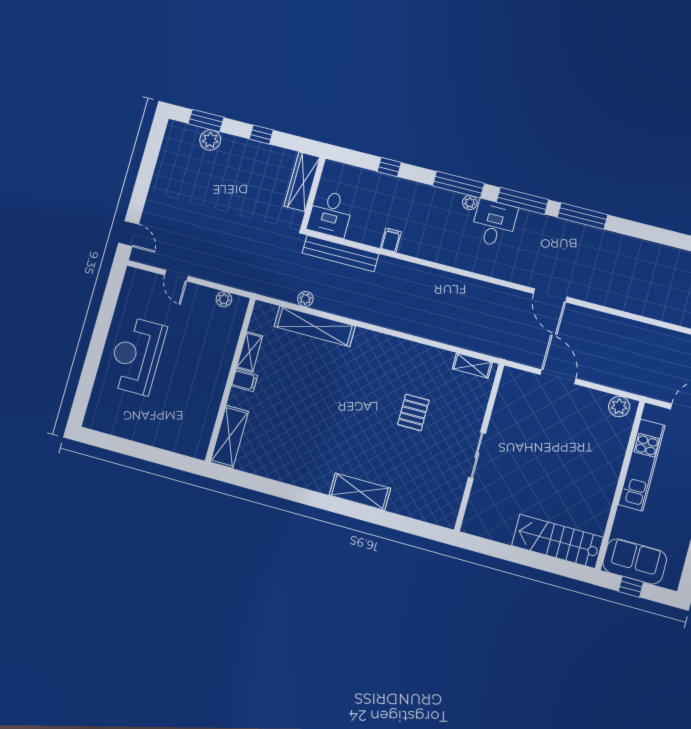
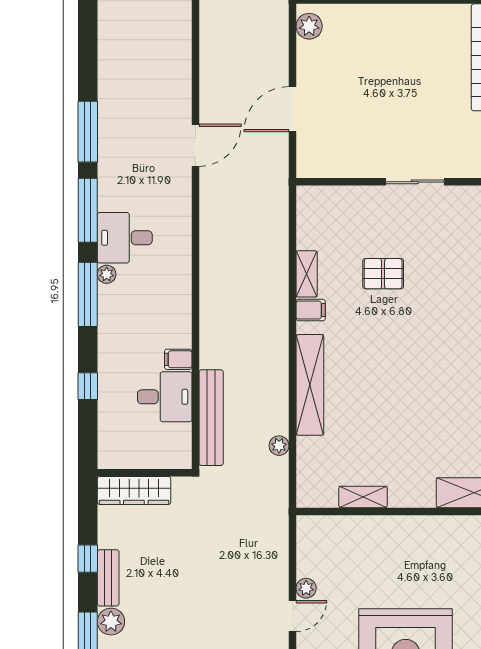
bench: (243, 146) -> (108, 578), added
desk: (330, 214) -> (165, 397), moved
plant: (224, 299) -> (306, 588), moved
shelving: (315, 326) -> (310, 385), moved
shelving: (472, 365) -> (307, 274), moved
filing cabinet: (245, 381) -> (311, 310), moved, turned 90

